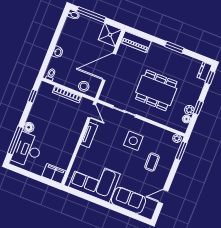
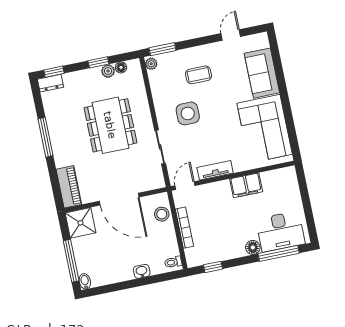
window: (174, 47) -> (46, 137), width x1.44
filing cabinet: (54, 174) -> (246, 185), moved, turned -90
door: (163, 197) -> (231, 35), swing flipped

